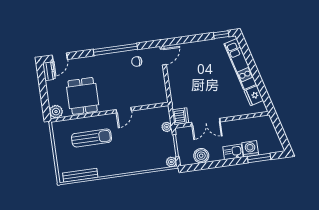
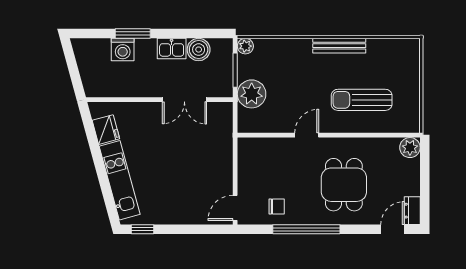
dining table: (83, 96) -> (344, 185), moved
dishwasher: (180, 116) -> (222, 114), removed
double door: (206, 122) -> (184, 100), swing flipped
plant: (167, 127) -> (252, 94), width x1.88, depth x1.88
kitchen sink: (233, 152) -> (172, 49), moved
window: (259, 158) -> (133, 34), moved
bench: (80, 175) -> (339, 46), moved

